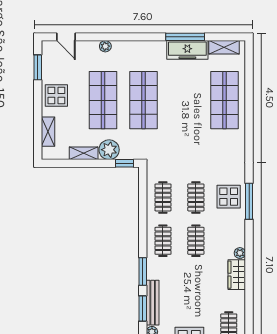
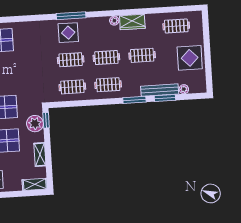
shelving: (48, 132) -> (35, 184), moved
plant: (109, 150) -> (35, 124), moved
clothes rail: (196, 284) -> (142, 55), added

